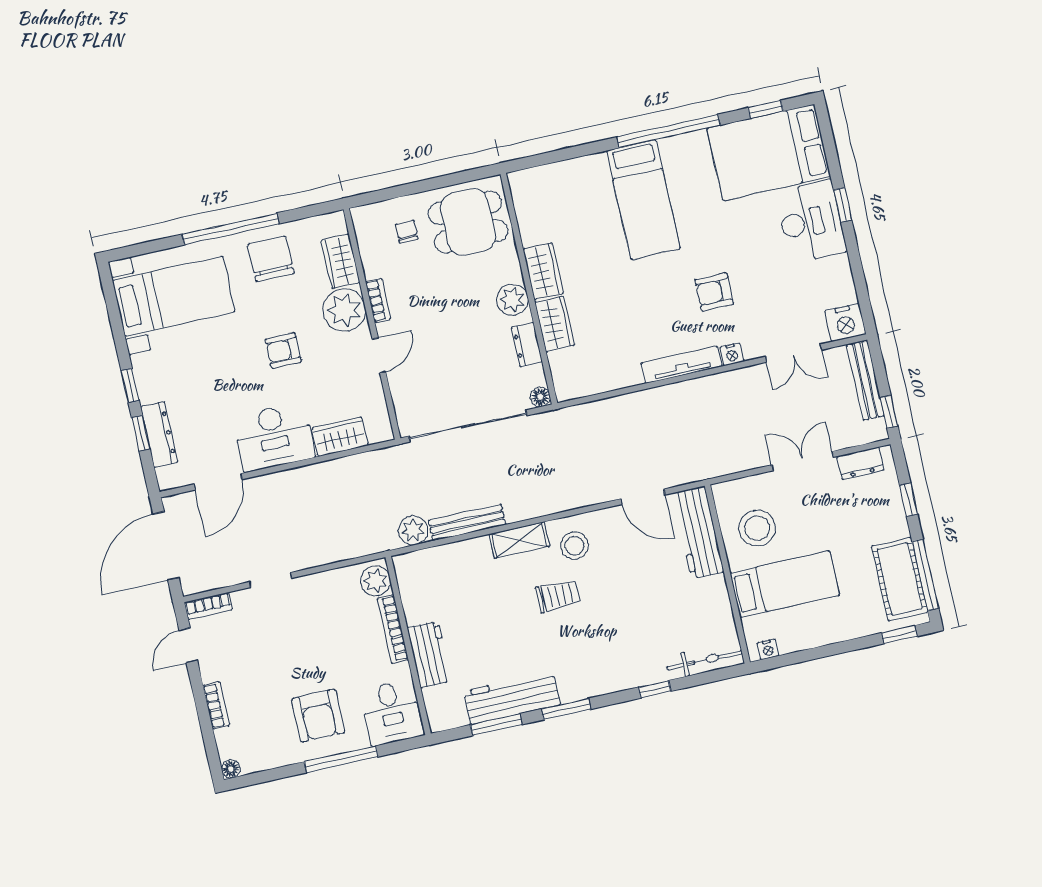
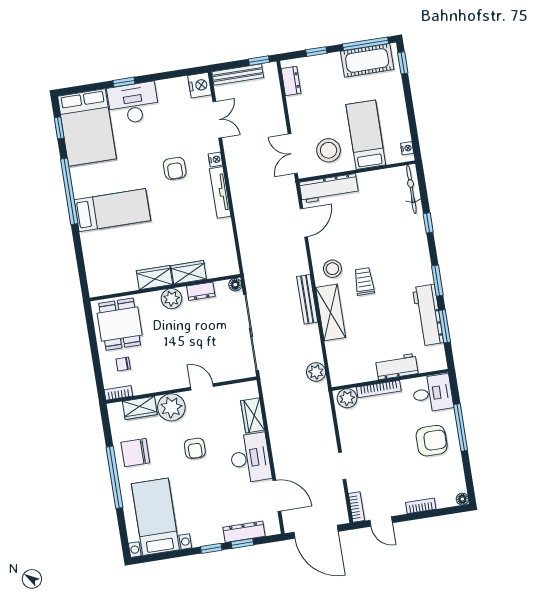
bookcase: (378, 300) -> (118, 393), moved
double door: (803, 461) -> (293, 154), moved
bench: (467, 523) -> (307, 299), moved
shelving: (519, 540) -> (331, 312), width x1.50, depth x1.33

